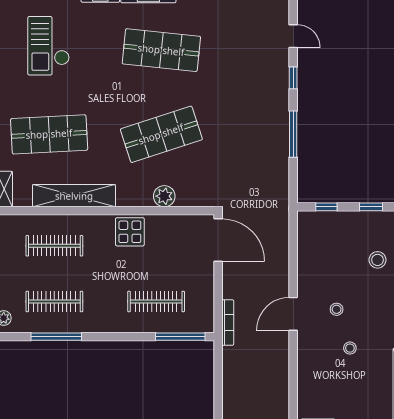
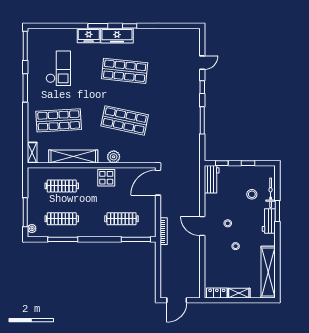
door: (293, 36) -> (202, 63), hinge flipped
checkout: (49, 46) -> (58, 68), turned 180
shop shelf: (161, 134) -> (125, 120), turned 30
plant: (164, 196) -> (114, 157), moved
workbench: (309, 234) -> (212, 179), added
door: (218, 240) -> (158, 183), swing flipped
door: (293, 314) -> (202, 226), hinge flipped

